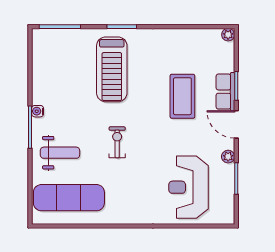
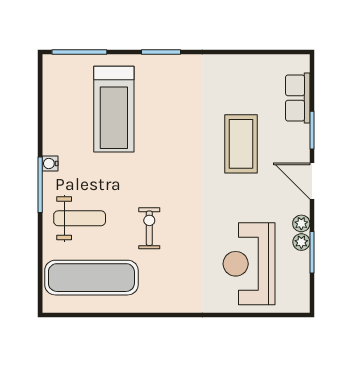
plant: (228, 35) -> (301, 242), moved
treadmill: (112, 69) -> (114, 109), moved
row of seats: (225, 92) -> (298, 98), moved
exercise bike: (117, 142) -> (149, 228), moved

